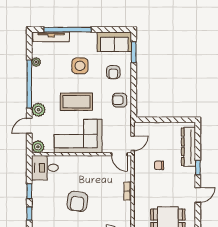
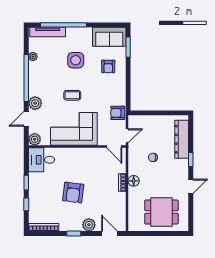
armchair: (120, 100) -> (118, 113), moved
coffee table: (76, 102) -> (72, 95), width x0.54, depth x0.58
floor lamp: (139, 189) -> (134, 181), added

